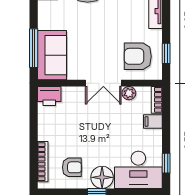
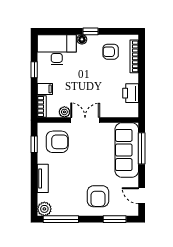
sofa: (52, 55) -> (127, 150), width x1.36
printer: (49, 96) -> (131, 93), moved, turned -90
window: (166, 163) -> (34, 70), moved
floor lamp: (102, 177) -> (82, 39), width x0.53, depth x0.53

